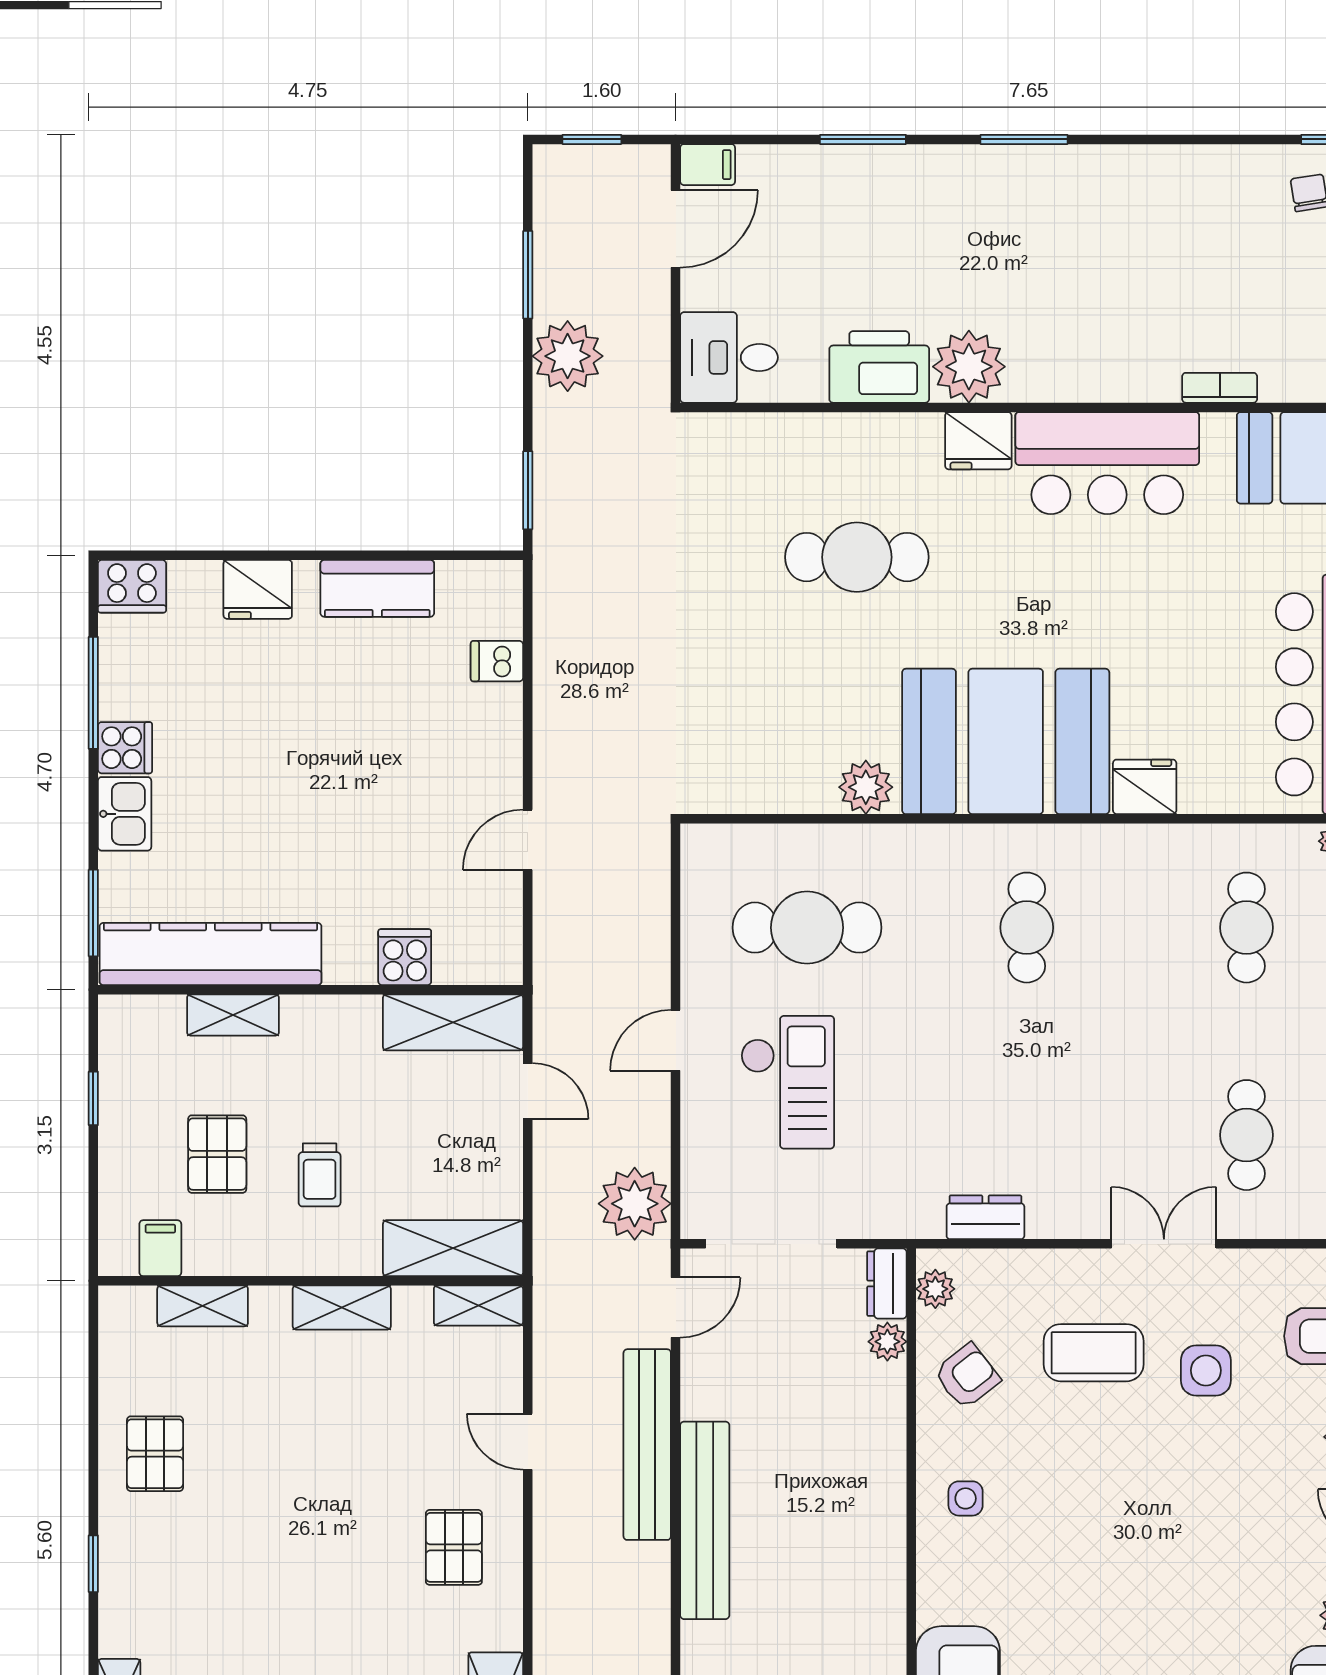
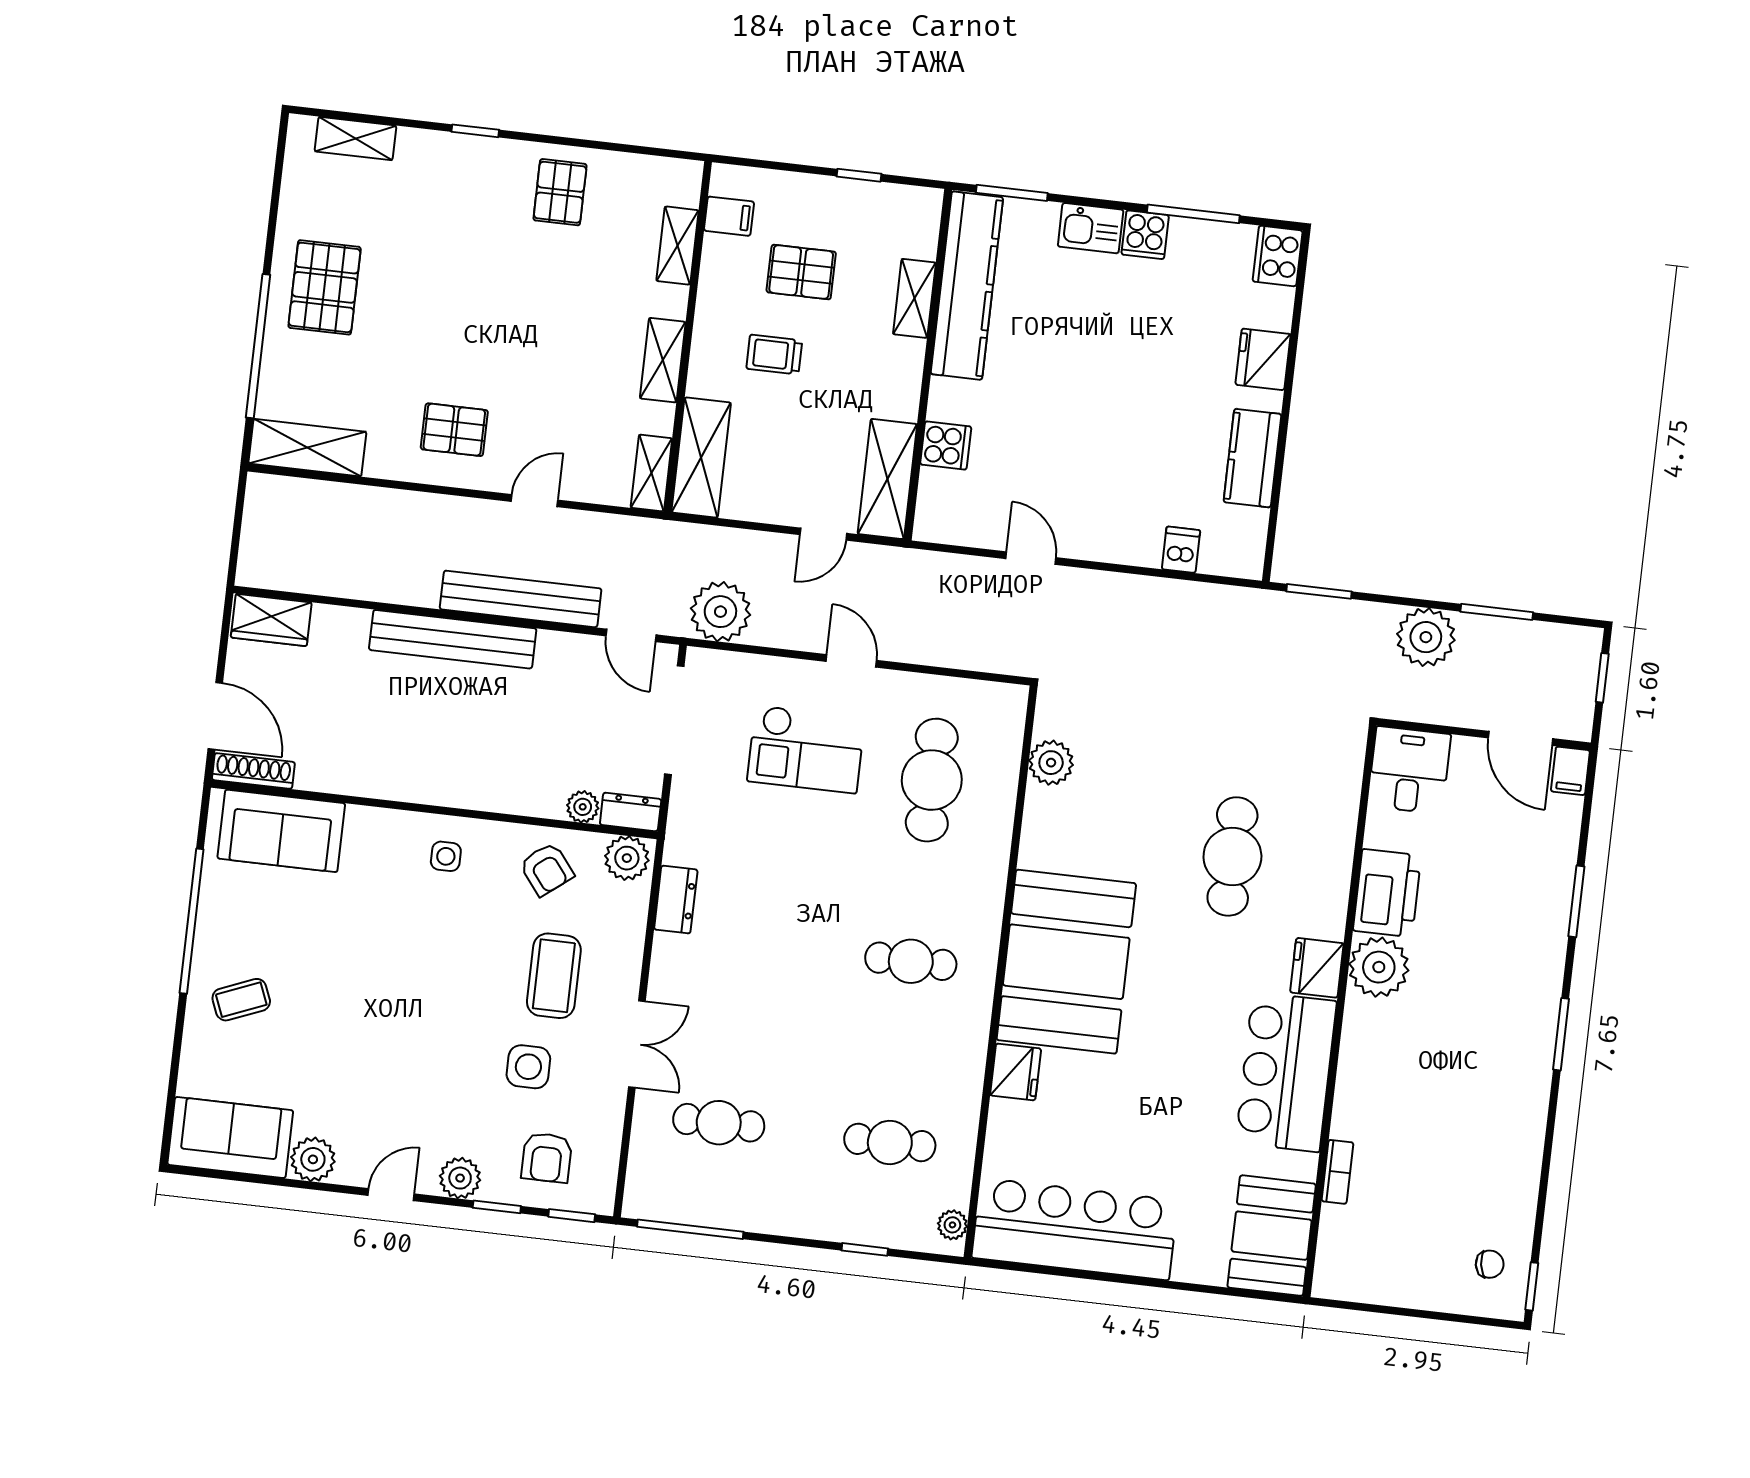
plant: (866, 787) -> (1051, 763), moved
plant: (935, 1289) -> (627, 858), width x1.38, depth x1.38
pallet: (155, 1454) -> (560, 192), turned 90

